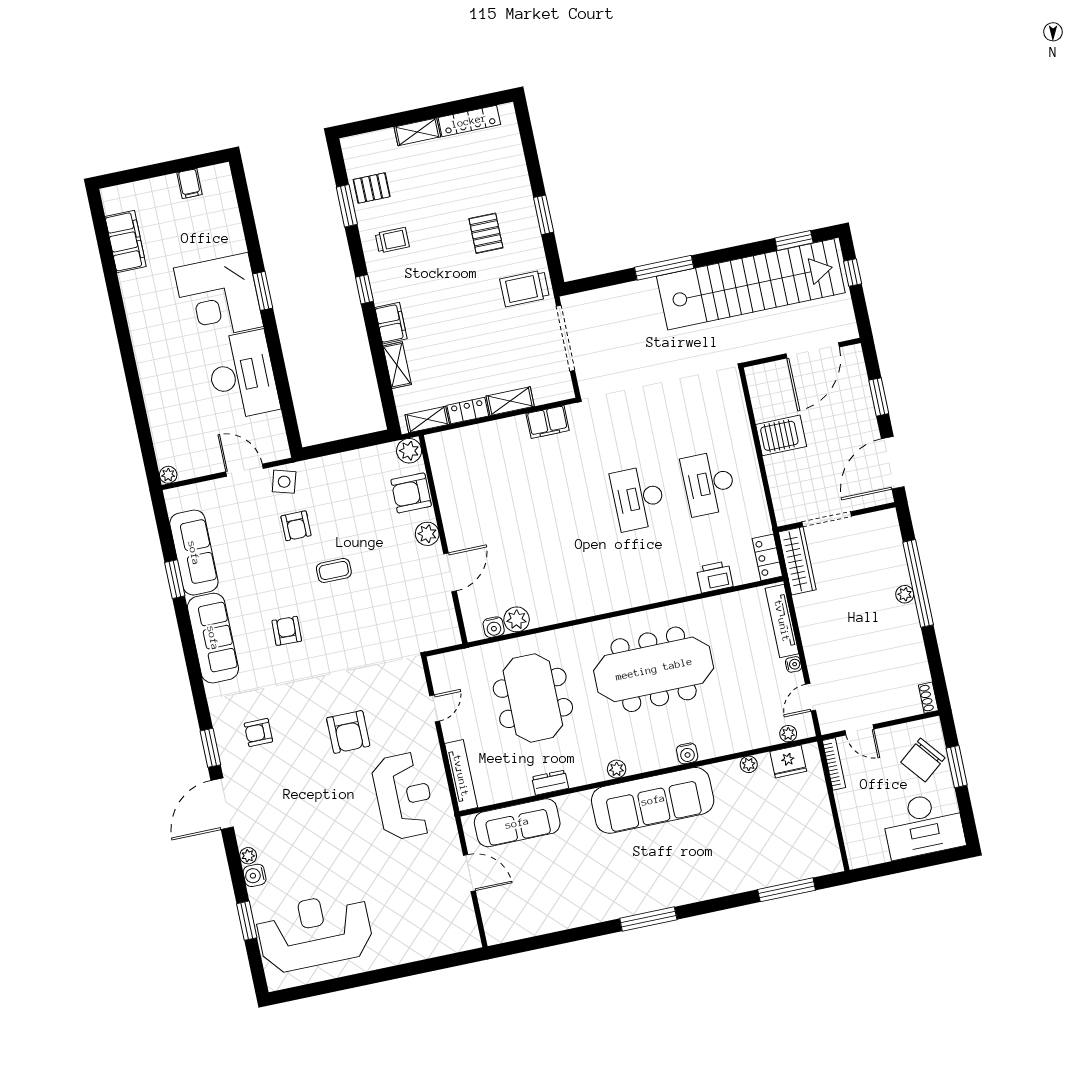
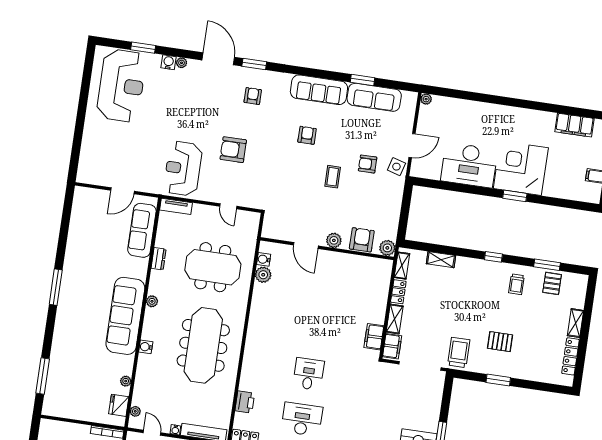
filing cabinet: (391, 323) -> (392, 346), moved, turned -90
desk: (638, 498) -> (309, 374), width x0.73
armchair: (287, 631) -> (307, 135), turned -92
tv unit: (461, 776) -> (176, 206), width x0.71
reception desk: (404, 796) -> (183, 169), turned 90

